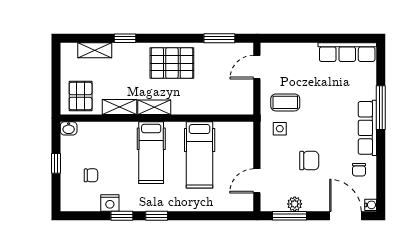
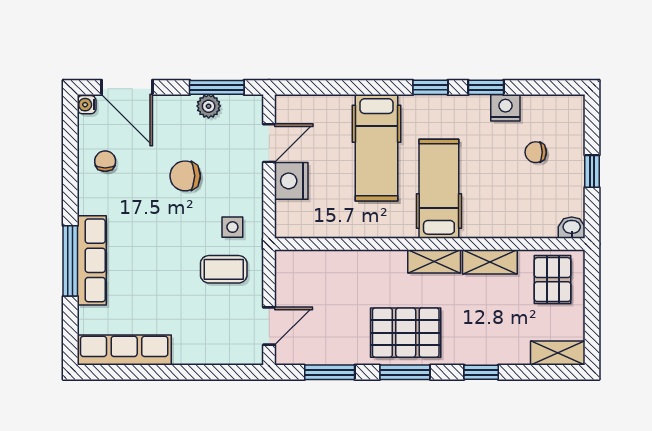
window: (172, 38) -> (405, 372), added
shelving: (95, 50) -> (558, 353), moved
row of seats: (367, 128) -> (92, 260), moved
hospital bed: (200, 155) -> (377, 148), moved, turned 180
nightstand: (243, 157) -> (291, 181), added

